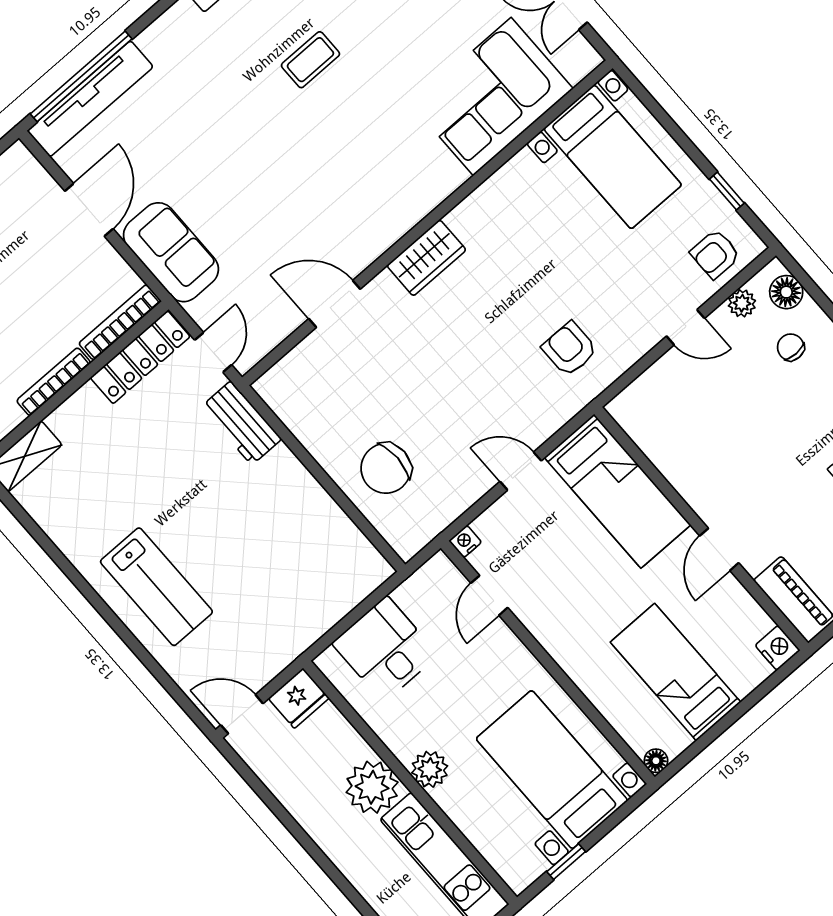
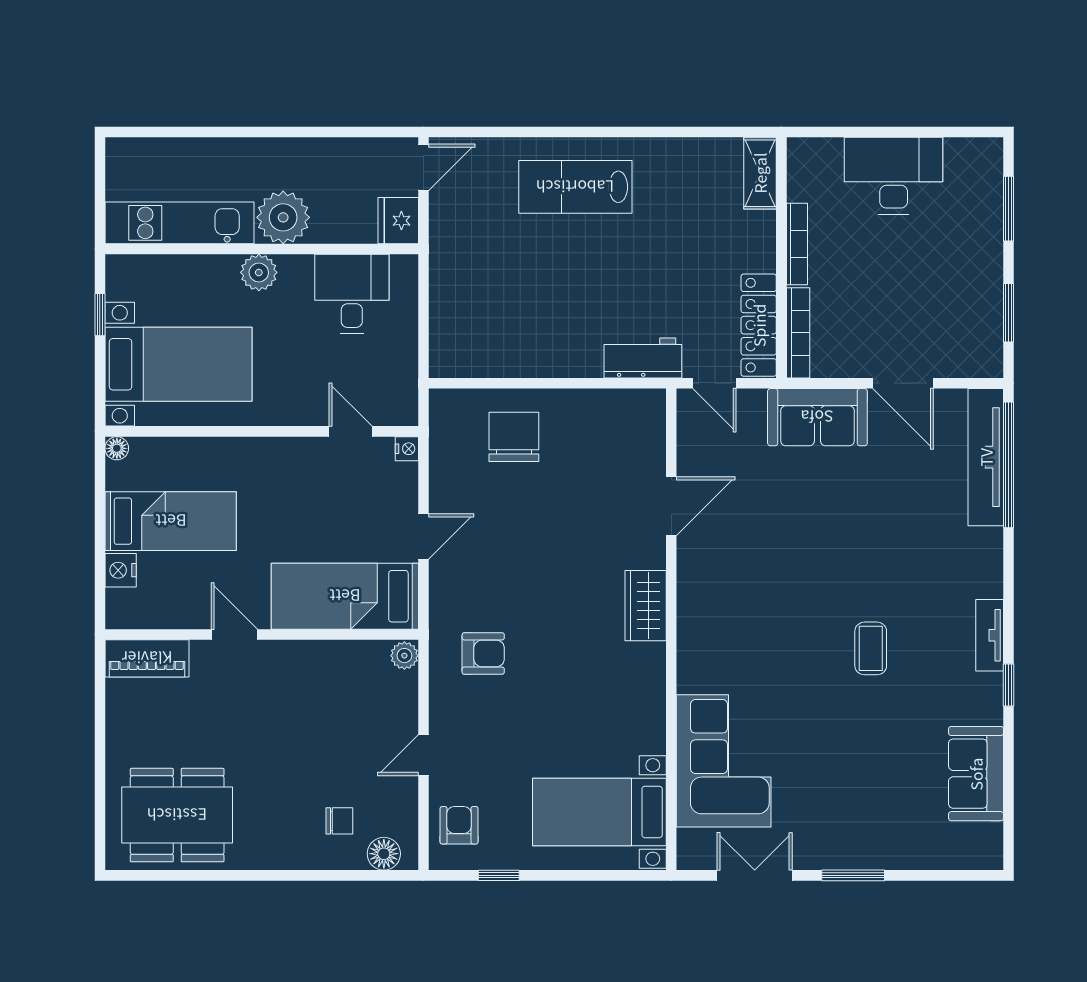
plant: (742, 303) -> (404, 656), moved
nightstand: (778, 648) -> (121, 570), moved, turned 90
desk: (385, 649) -> (352, 294), moved, turned -90

